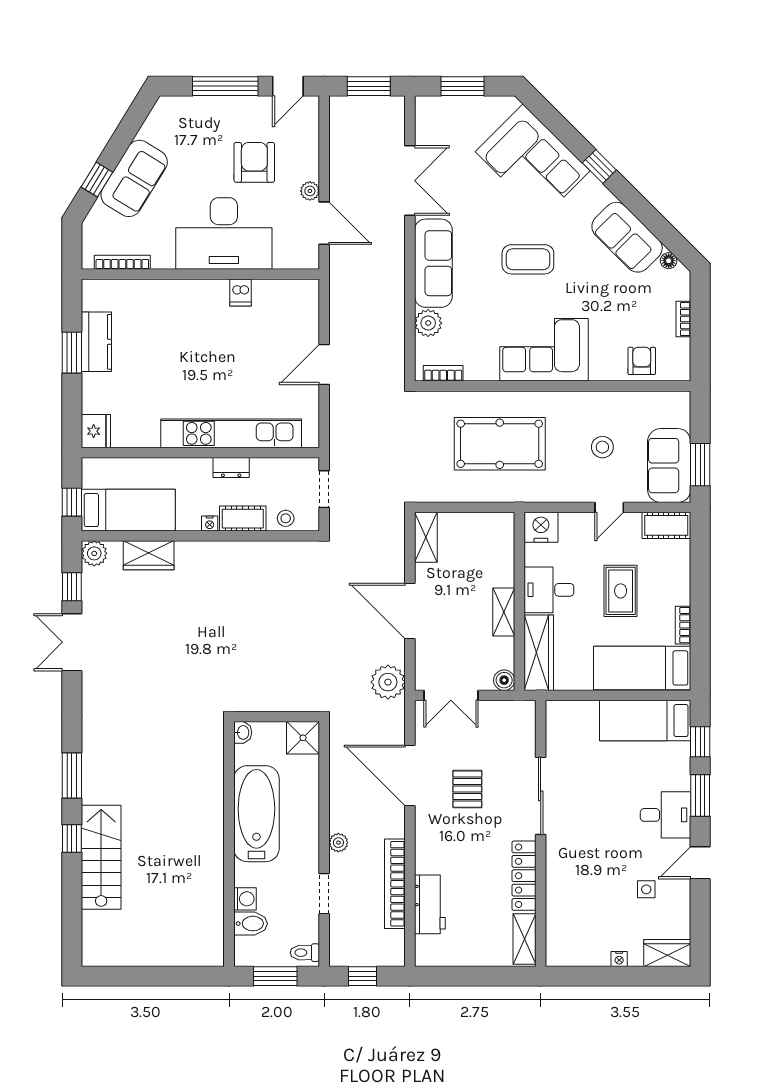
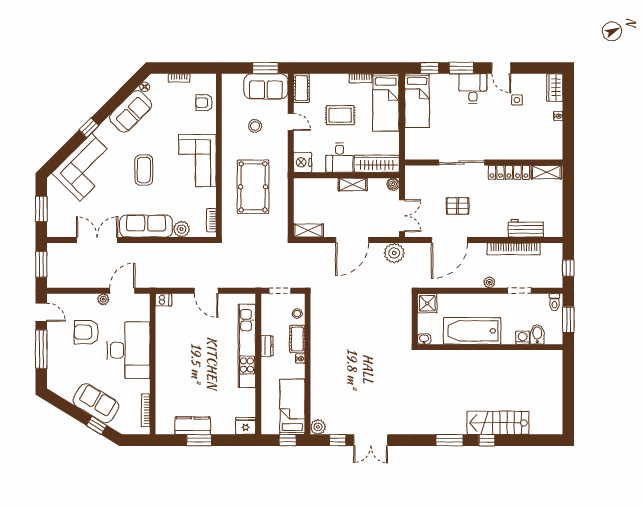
dishwasher: (240, 293) -> (163, 300), moved
wardrobe: (149, 555) -> (319, 395), removed

